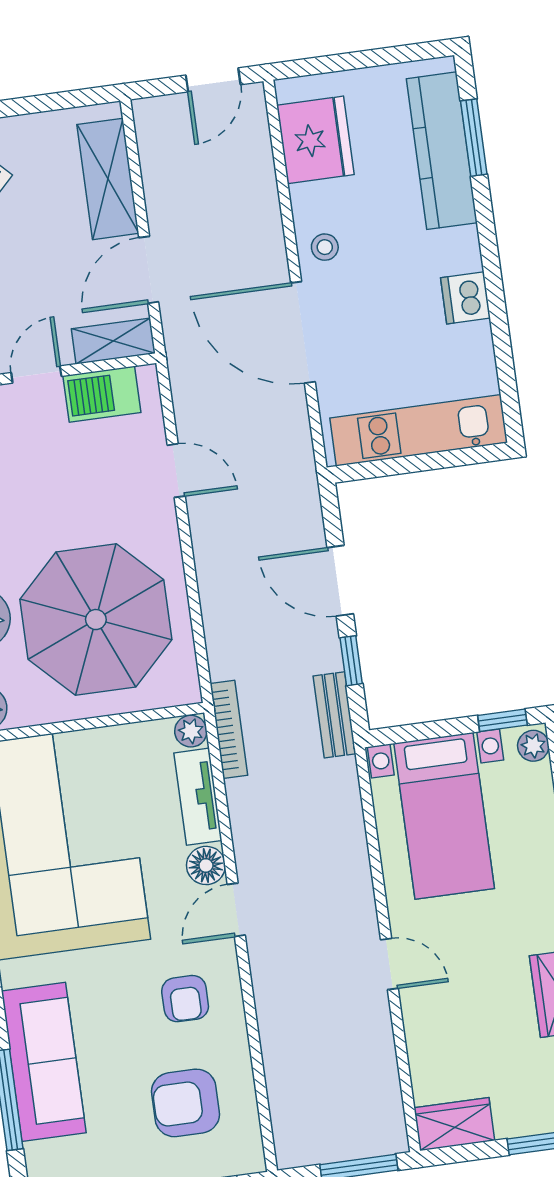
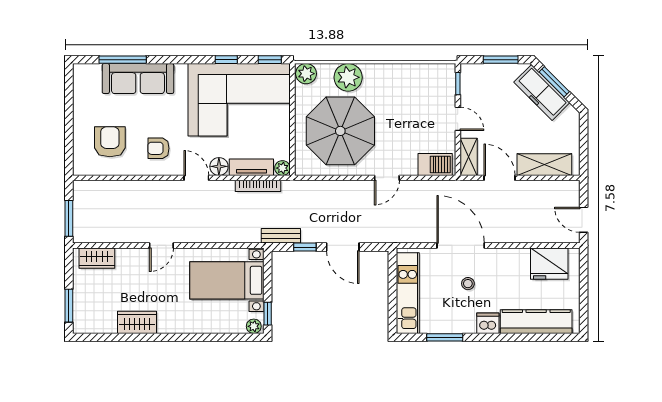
window: (474, 138) -> (445, 337), moved
stool: (325, 247) -> (468, 284), moved
dishwasher: (465, 298) -> (488, 323), moved
door: (303, 332) -> (461, 245), hinge flipped
barbecue: (102, 394) -> (435, 164), moved, turned 90
door: (176, 471) -> (387, 178), moved
door: (340, 581) -> (343, 247), swing flipped
bookcase: (229, 729) -> (258, 186), moved
wardrobe: (454, 1124) -> (97, 258), moved, turned 90

